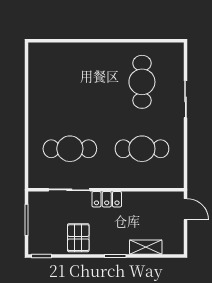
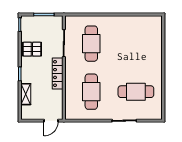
locker: (107, 199) -> (58, 74), width x1.53

